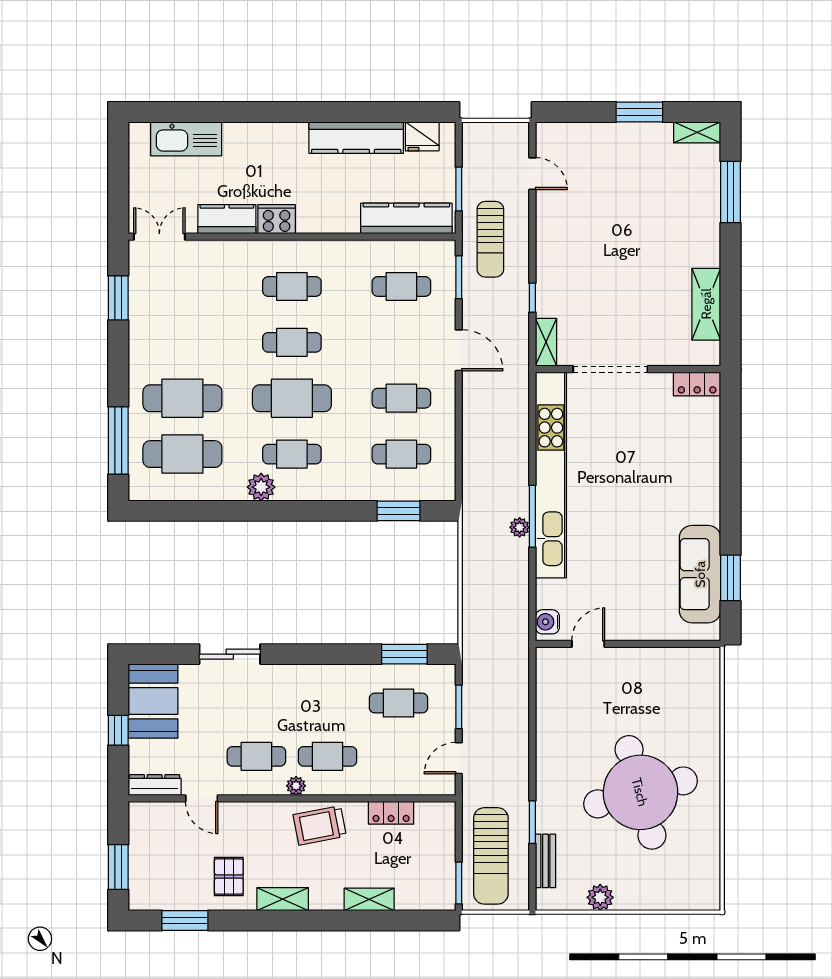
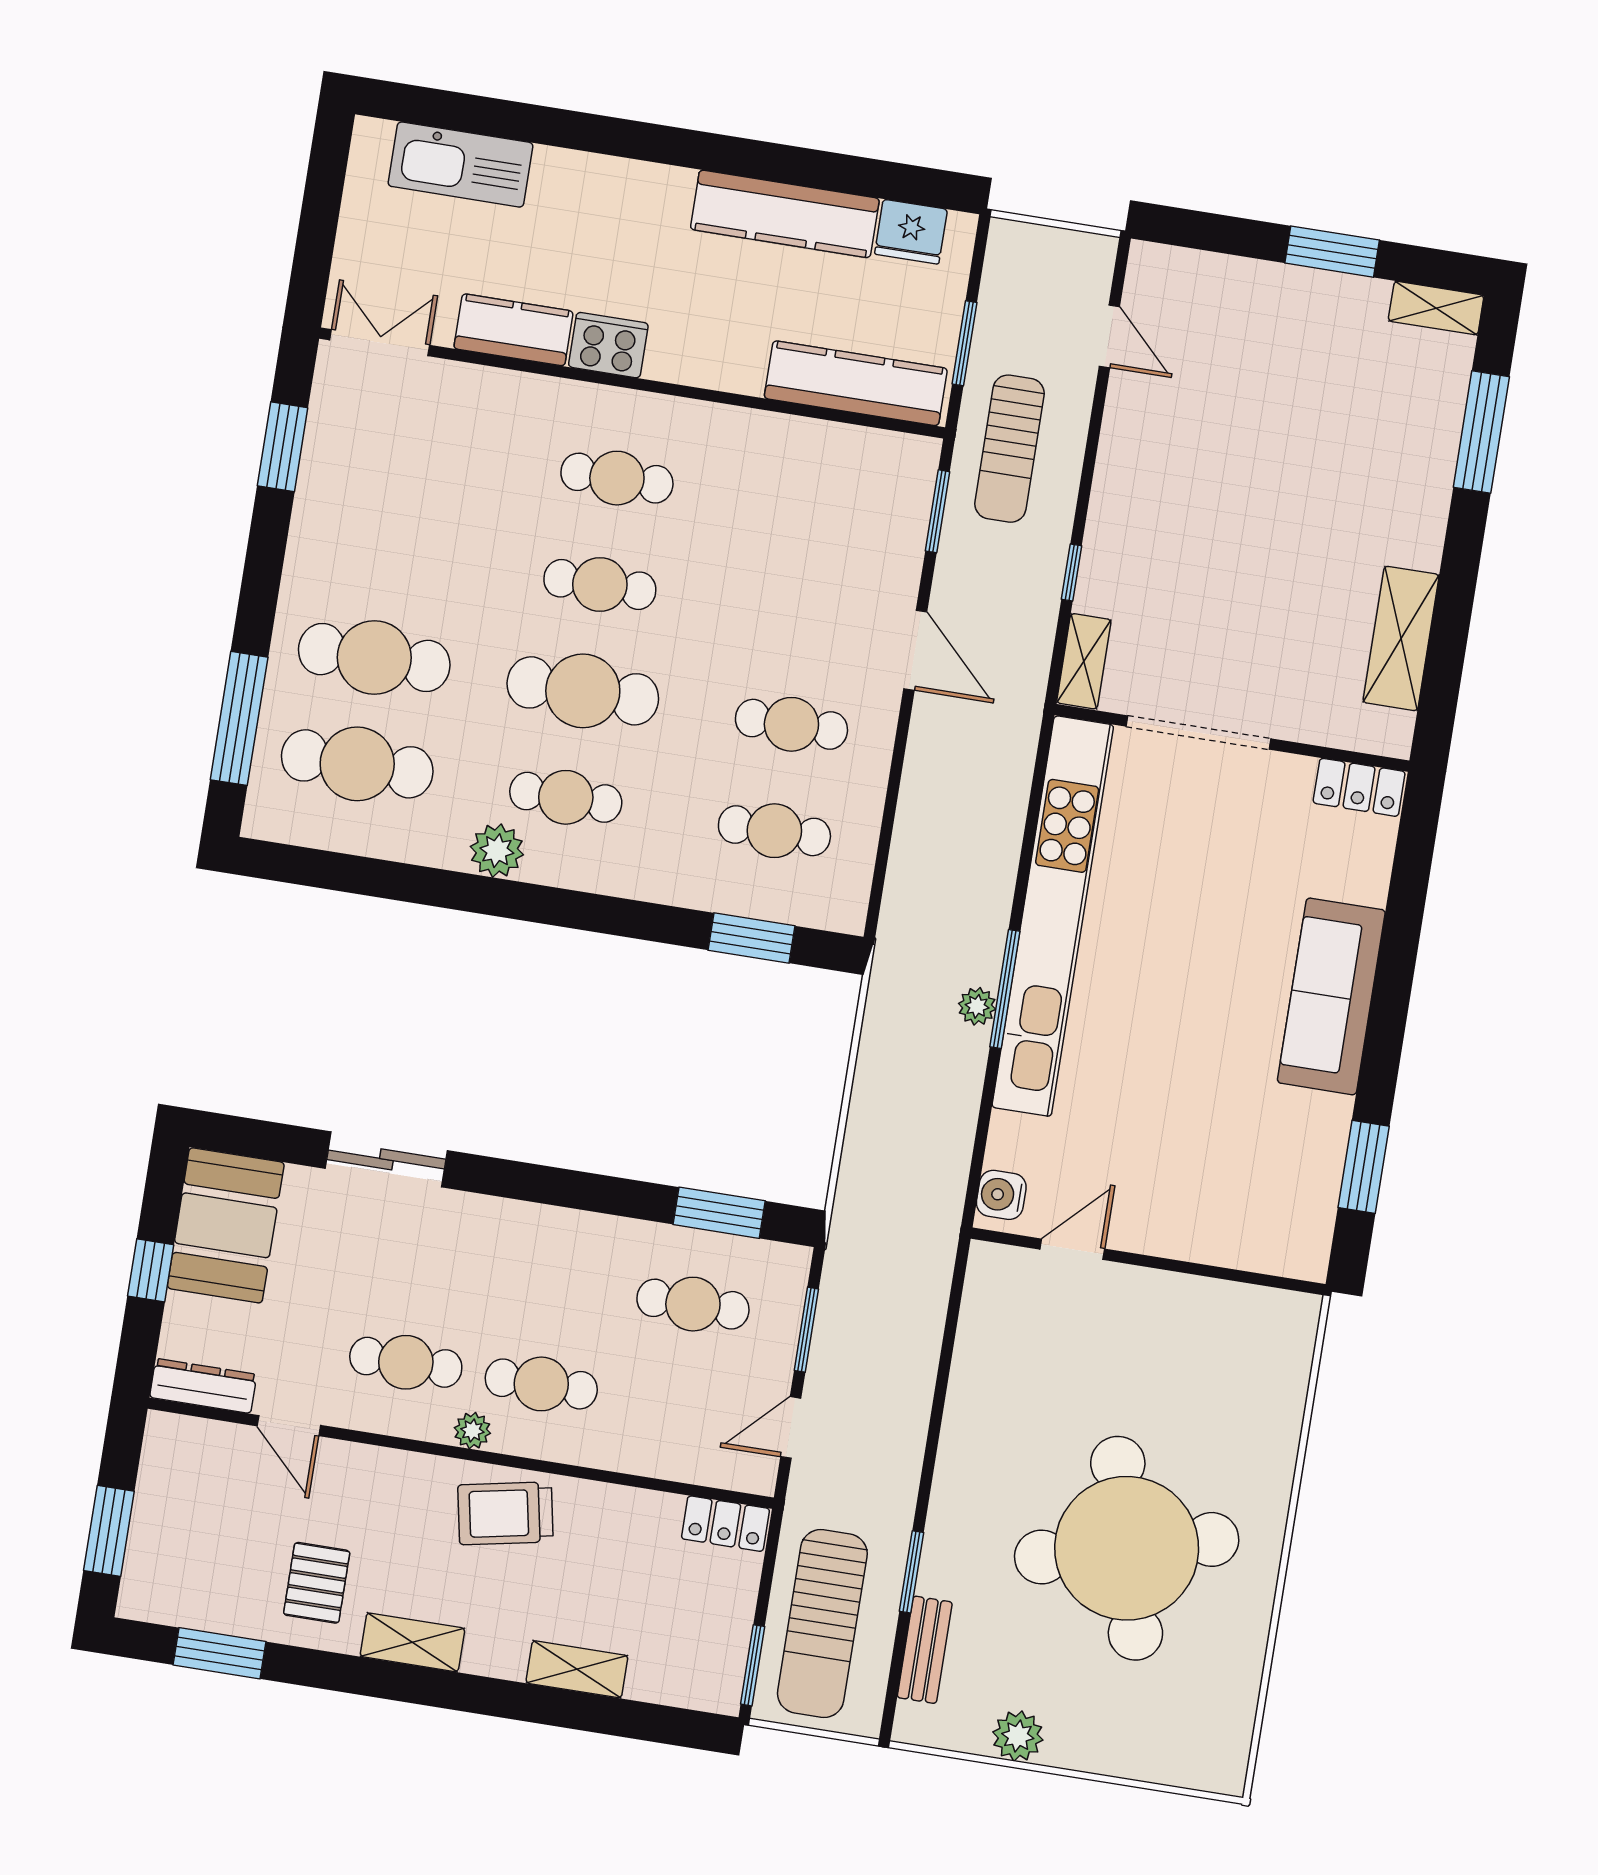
cafe table: (401, 287) -> (826, 511), removed
sofa: (700, 574) -> (1331, 996), moved
locker: (391, 813) -> (725, 1524), moved

